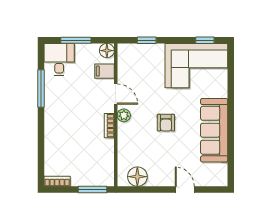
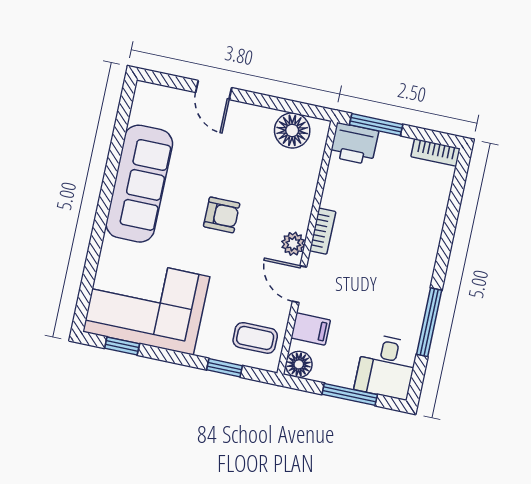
coffee table: (134, 60) -> (255, 338), added
armchair: (166, 123) -> (222, 215), turned 90
printer: (102, 177) -> (354, 144), added

